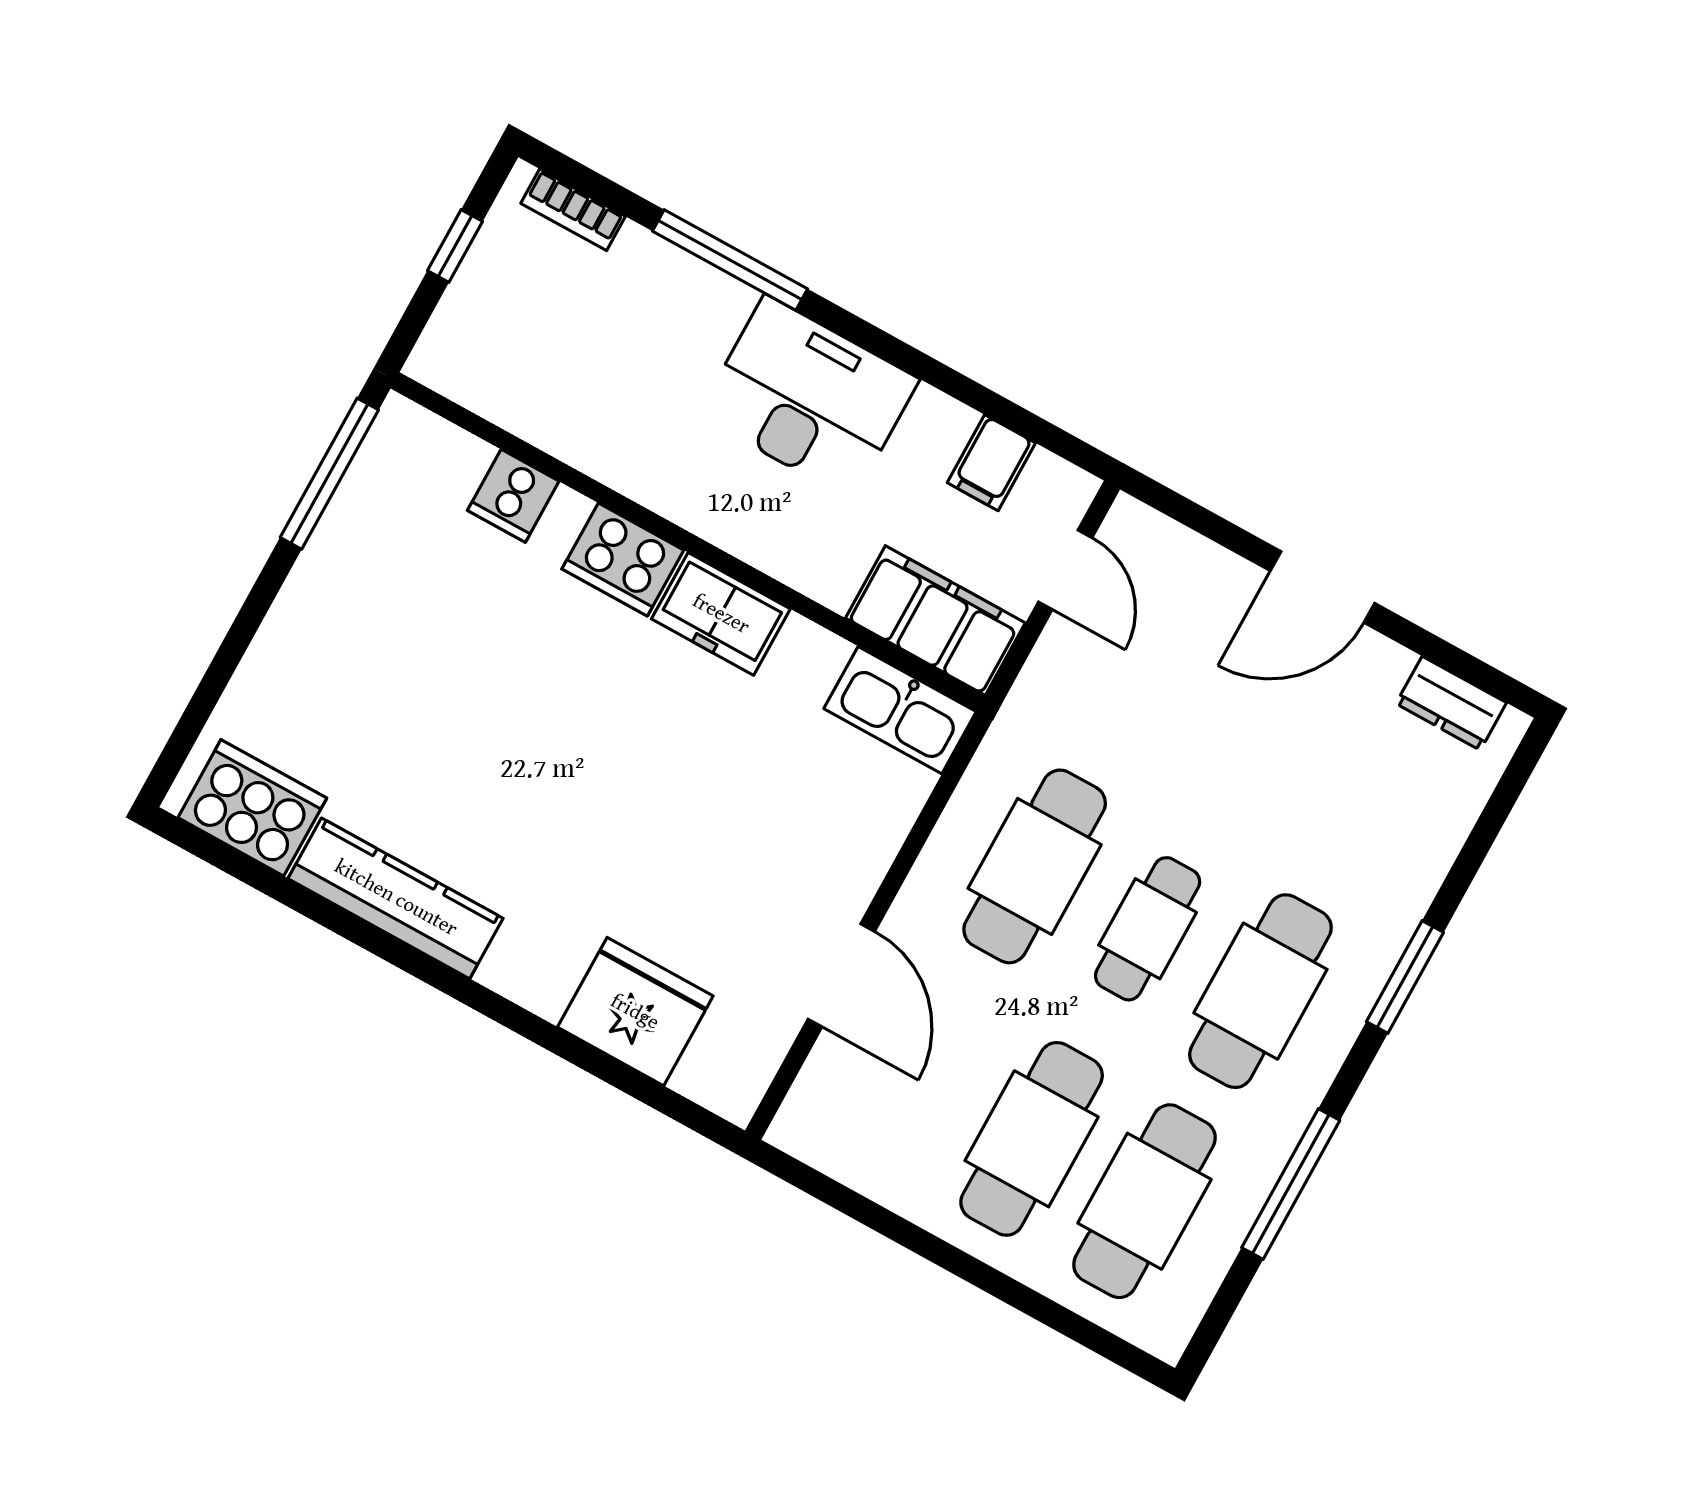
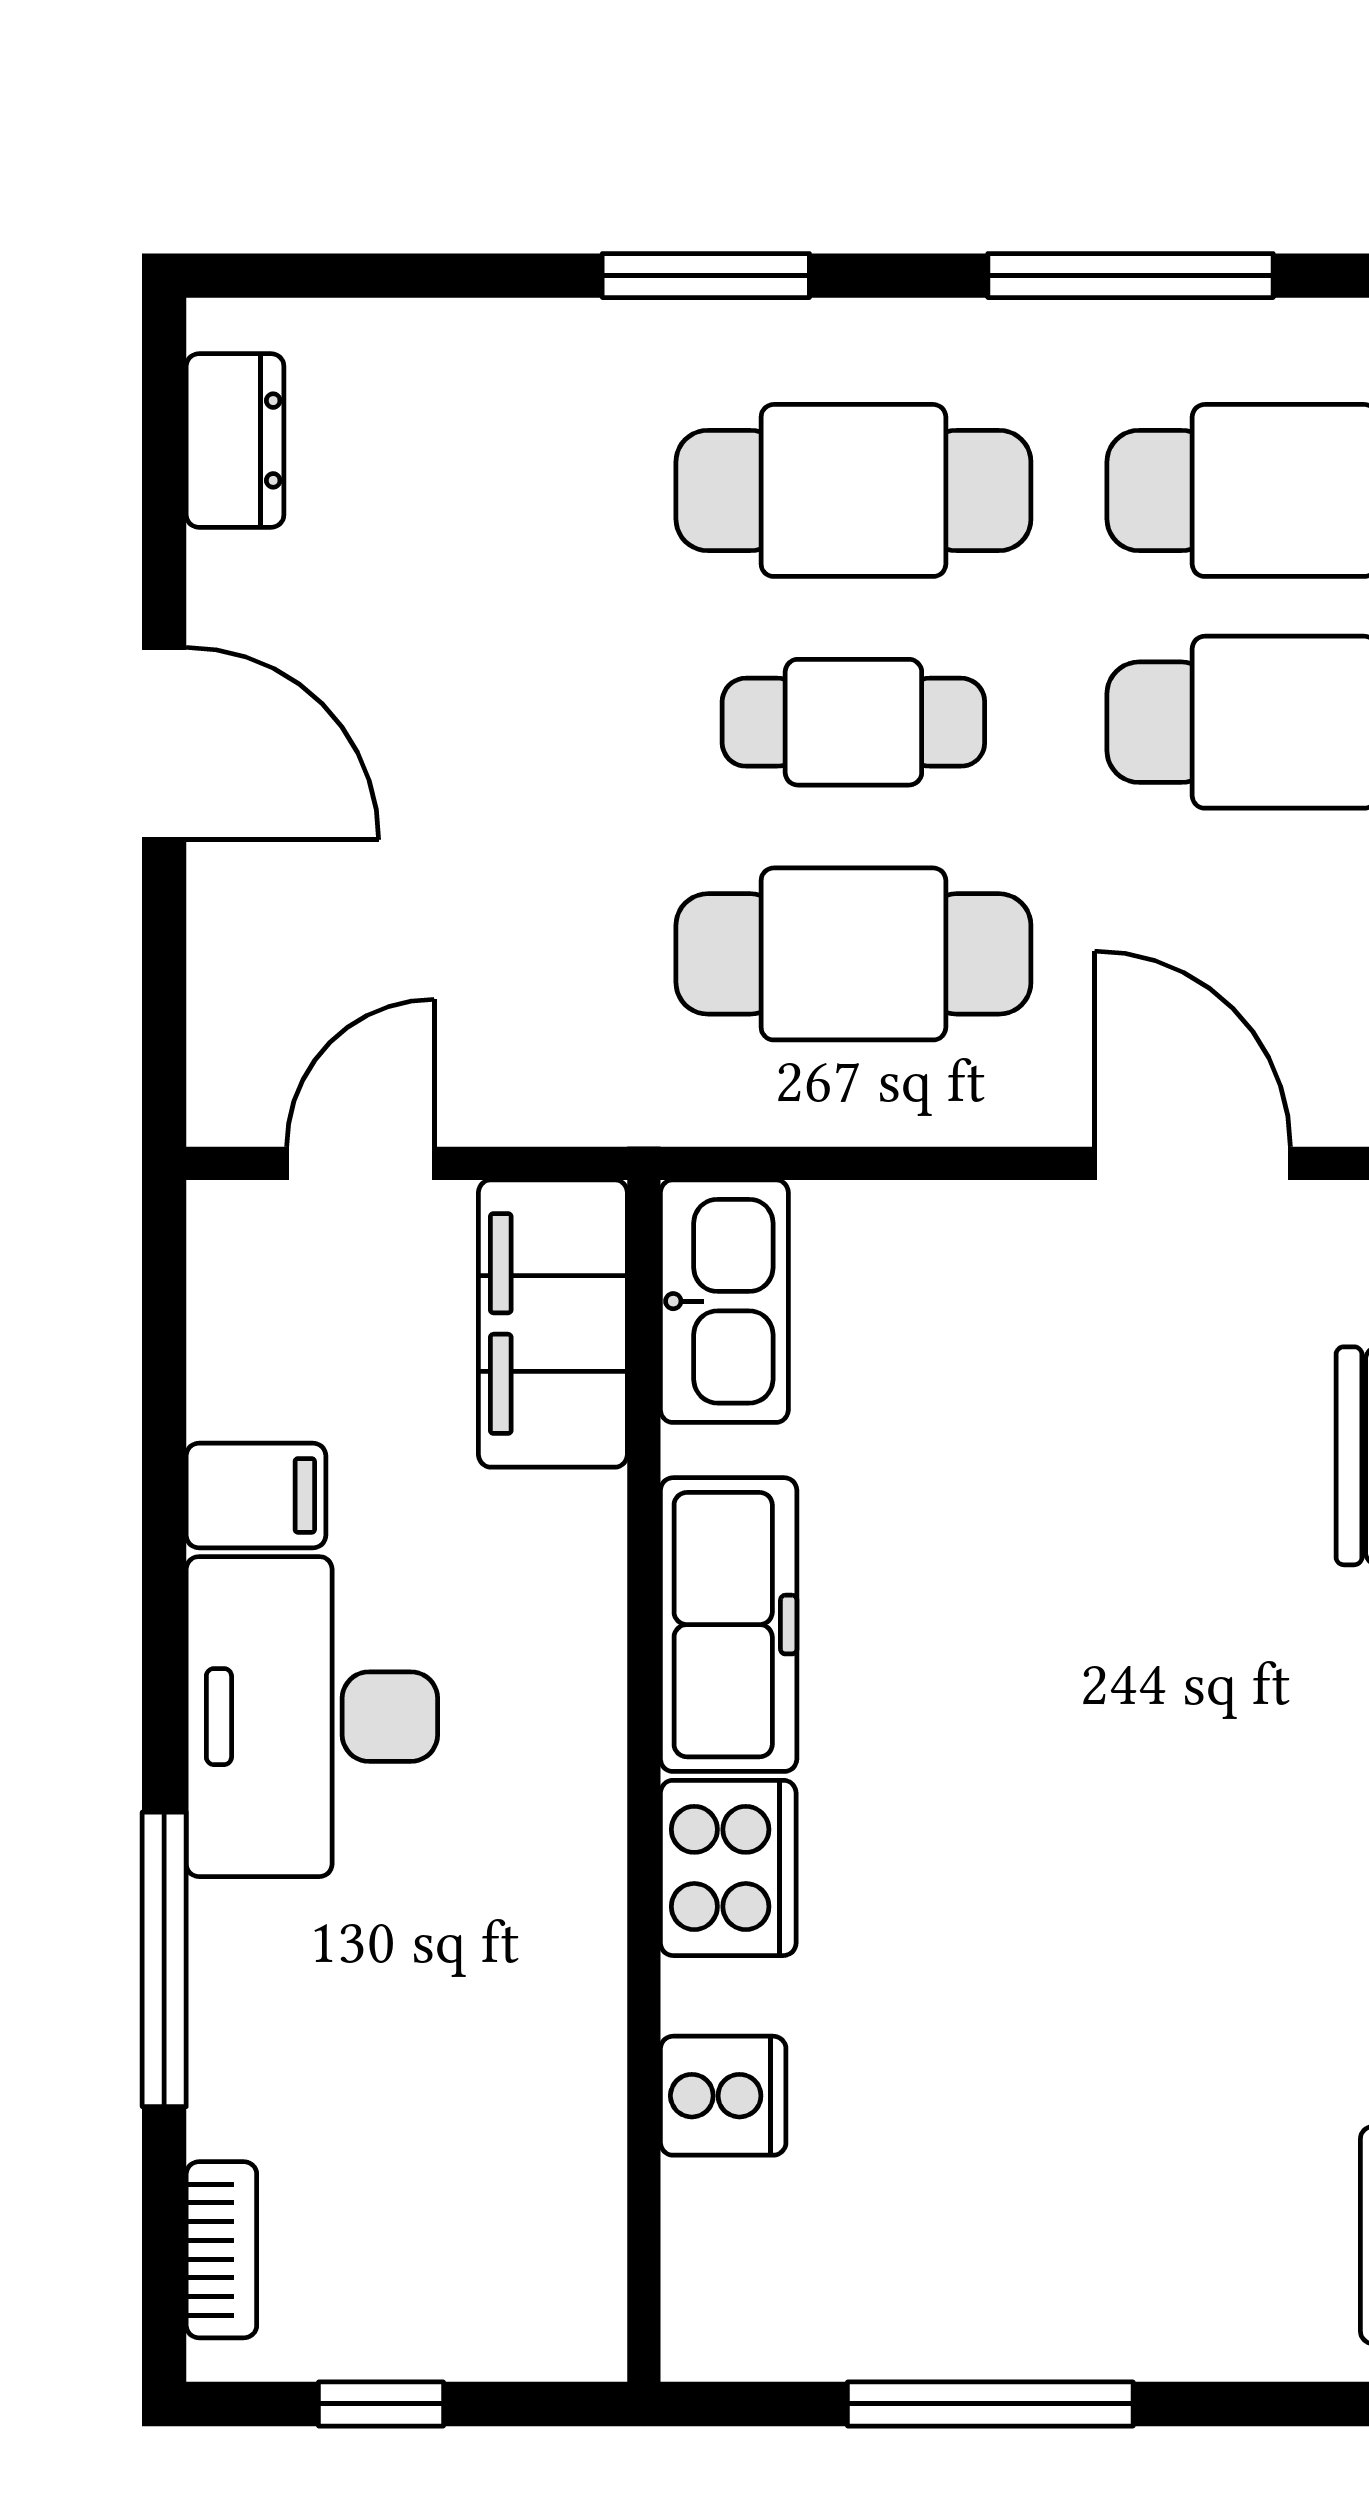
filing cabinet: (991, 463) -> (256, 1495), moved
window: (329, 474) -> (990, 2404), moved
freezer: (721, 614) -> (729, 1625), width x1.40
door: (841, 975) -> (1192, 1163), hinge flipped

